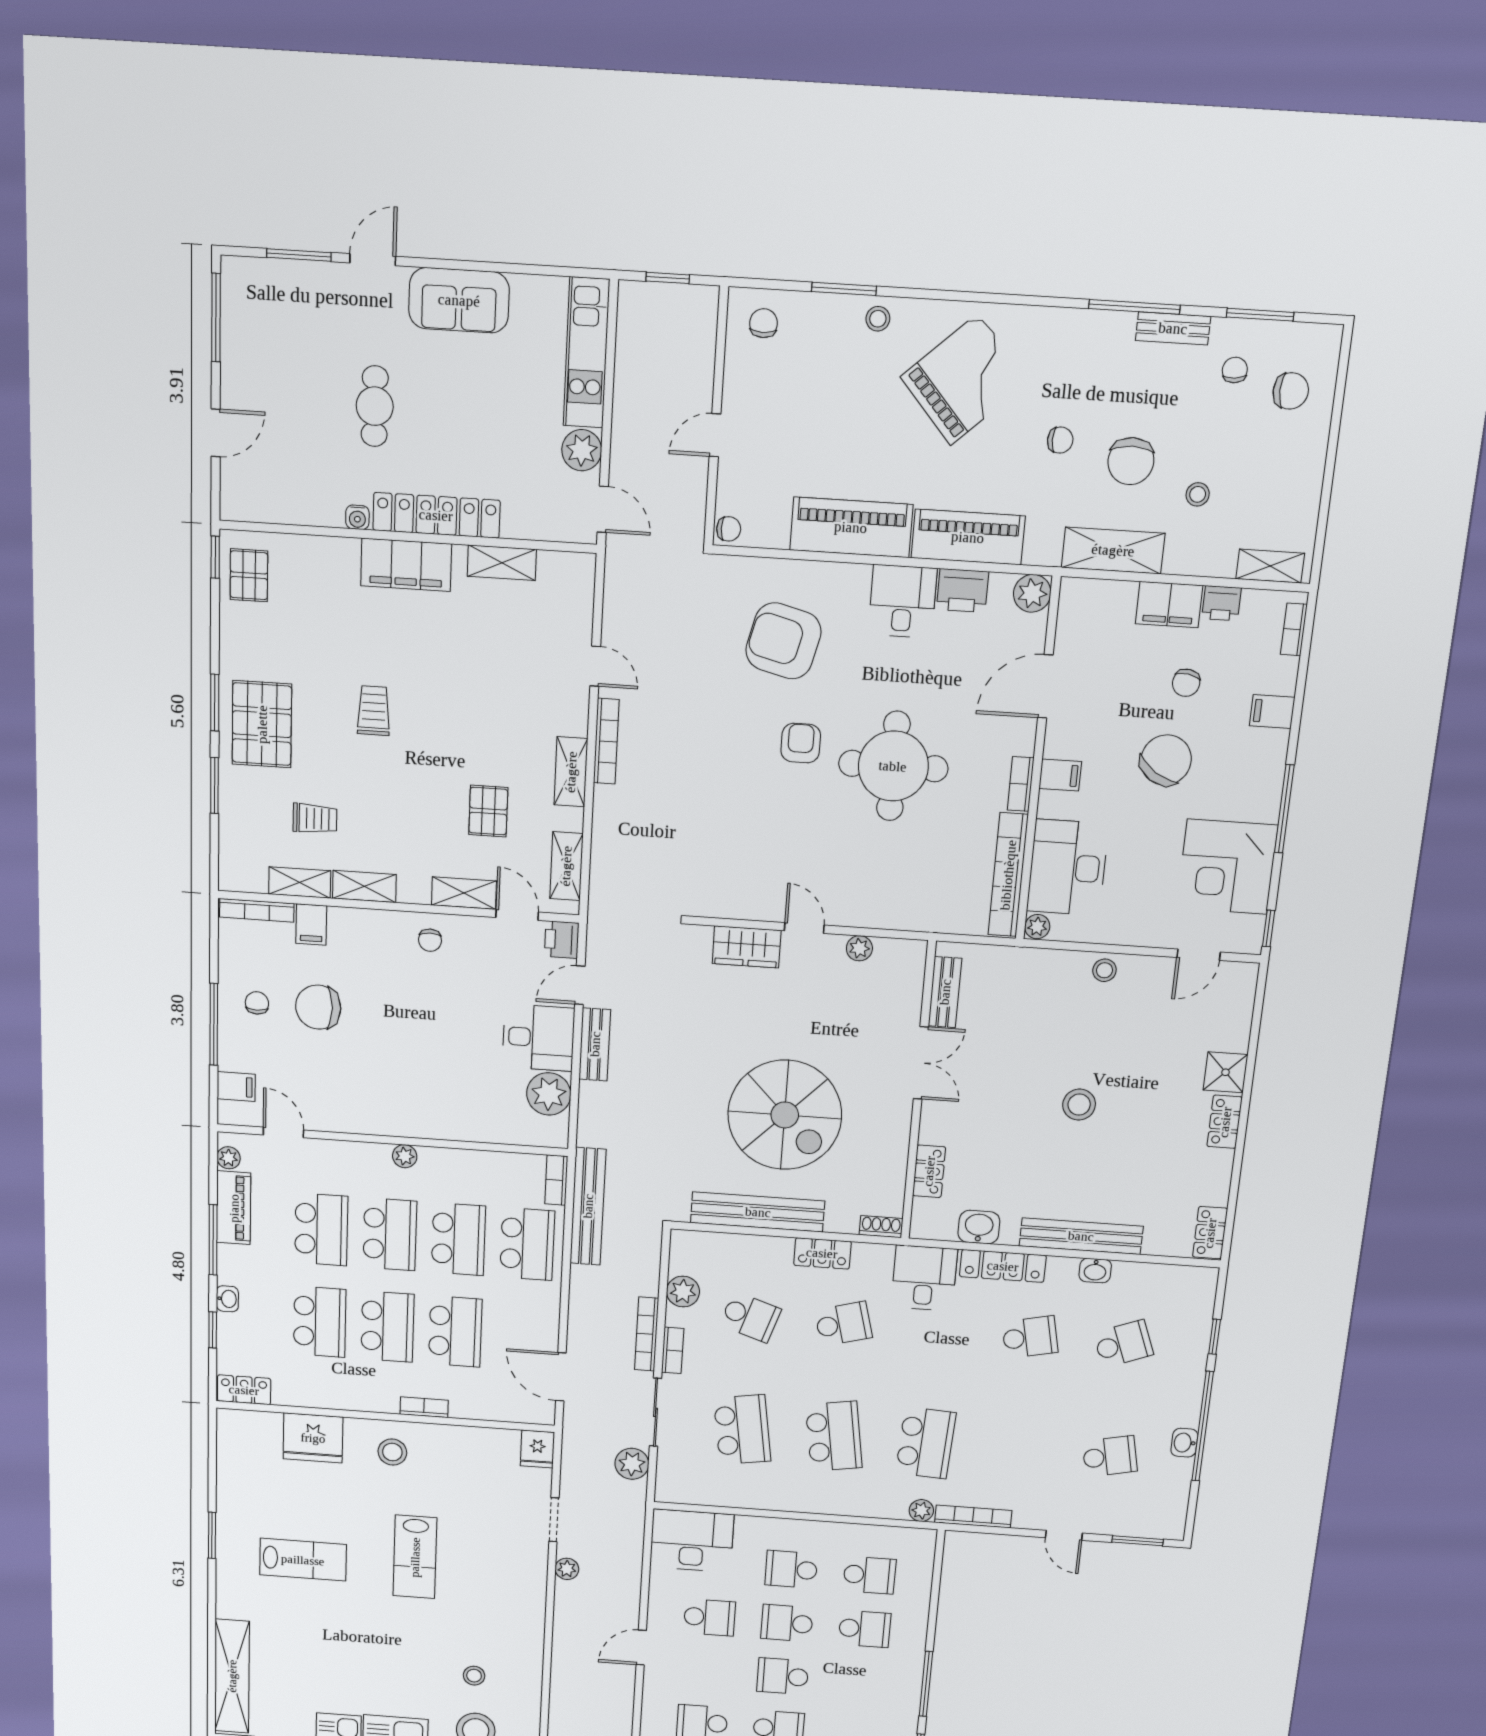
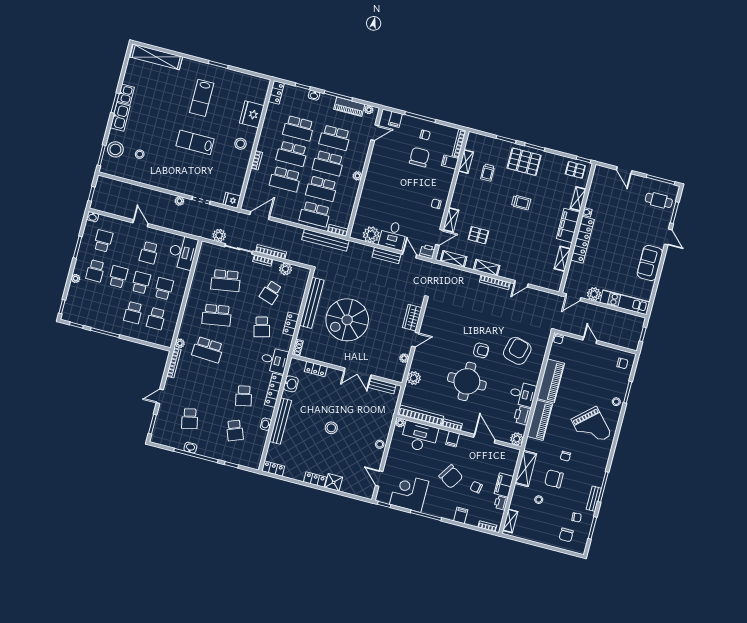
cafe table: (375, 406) -> (659, 200), moved
shelving: (364, 886) -> (578, 199), moved
plant: (909, 912) -> (414, 378), added

